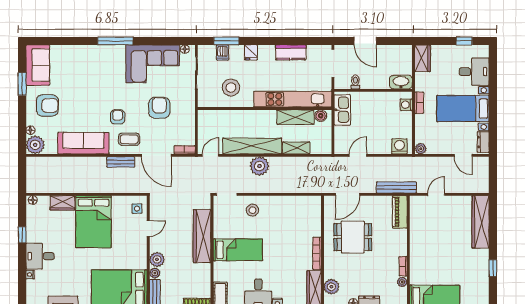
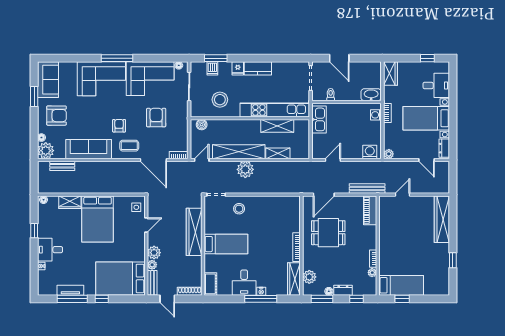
kitchen counter: (291, 52) -> (258, 68), moved
corner sofa: (98, 64) -> (101, 79), added
boiler: (321, 116) -> (202, 125), moved
bench: (121, 162) -> (62, 166), moved

